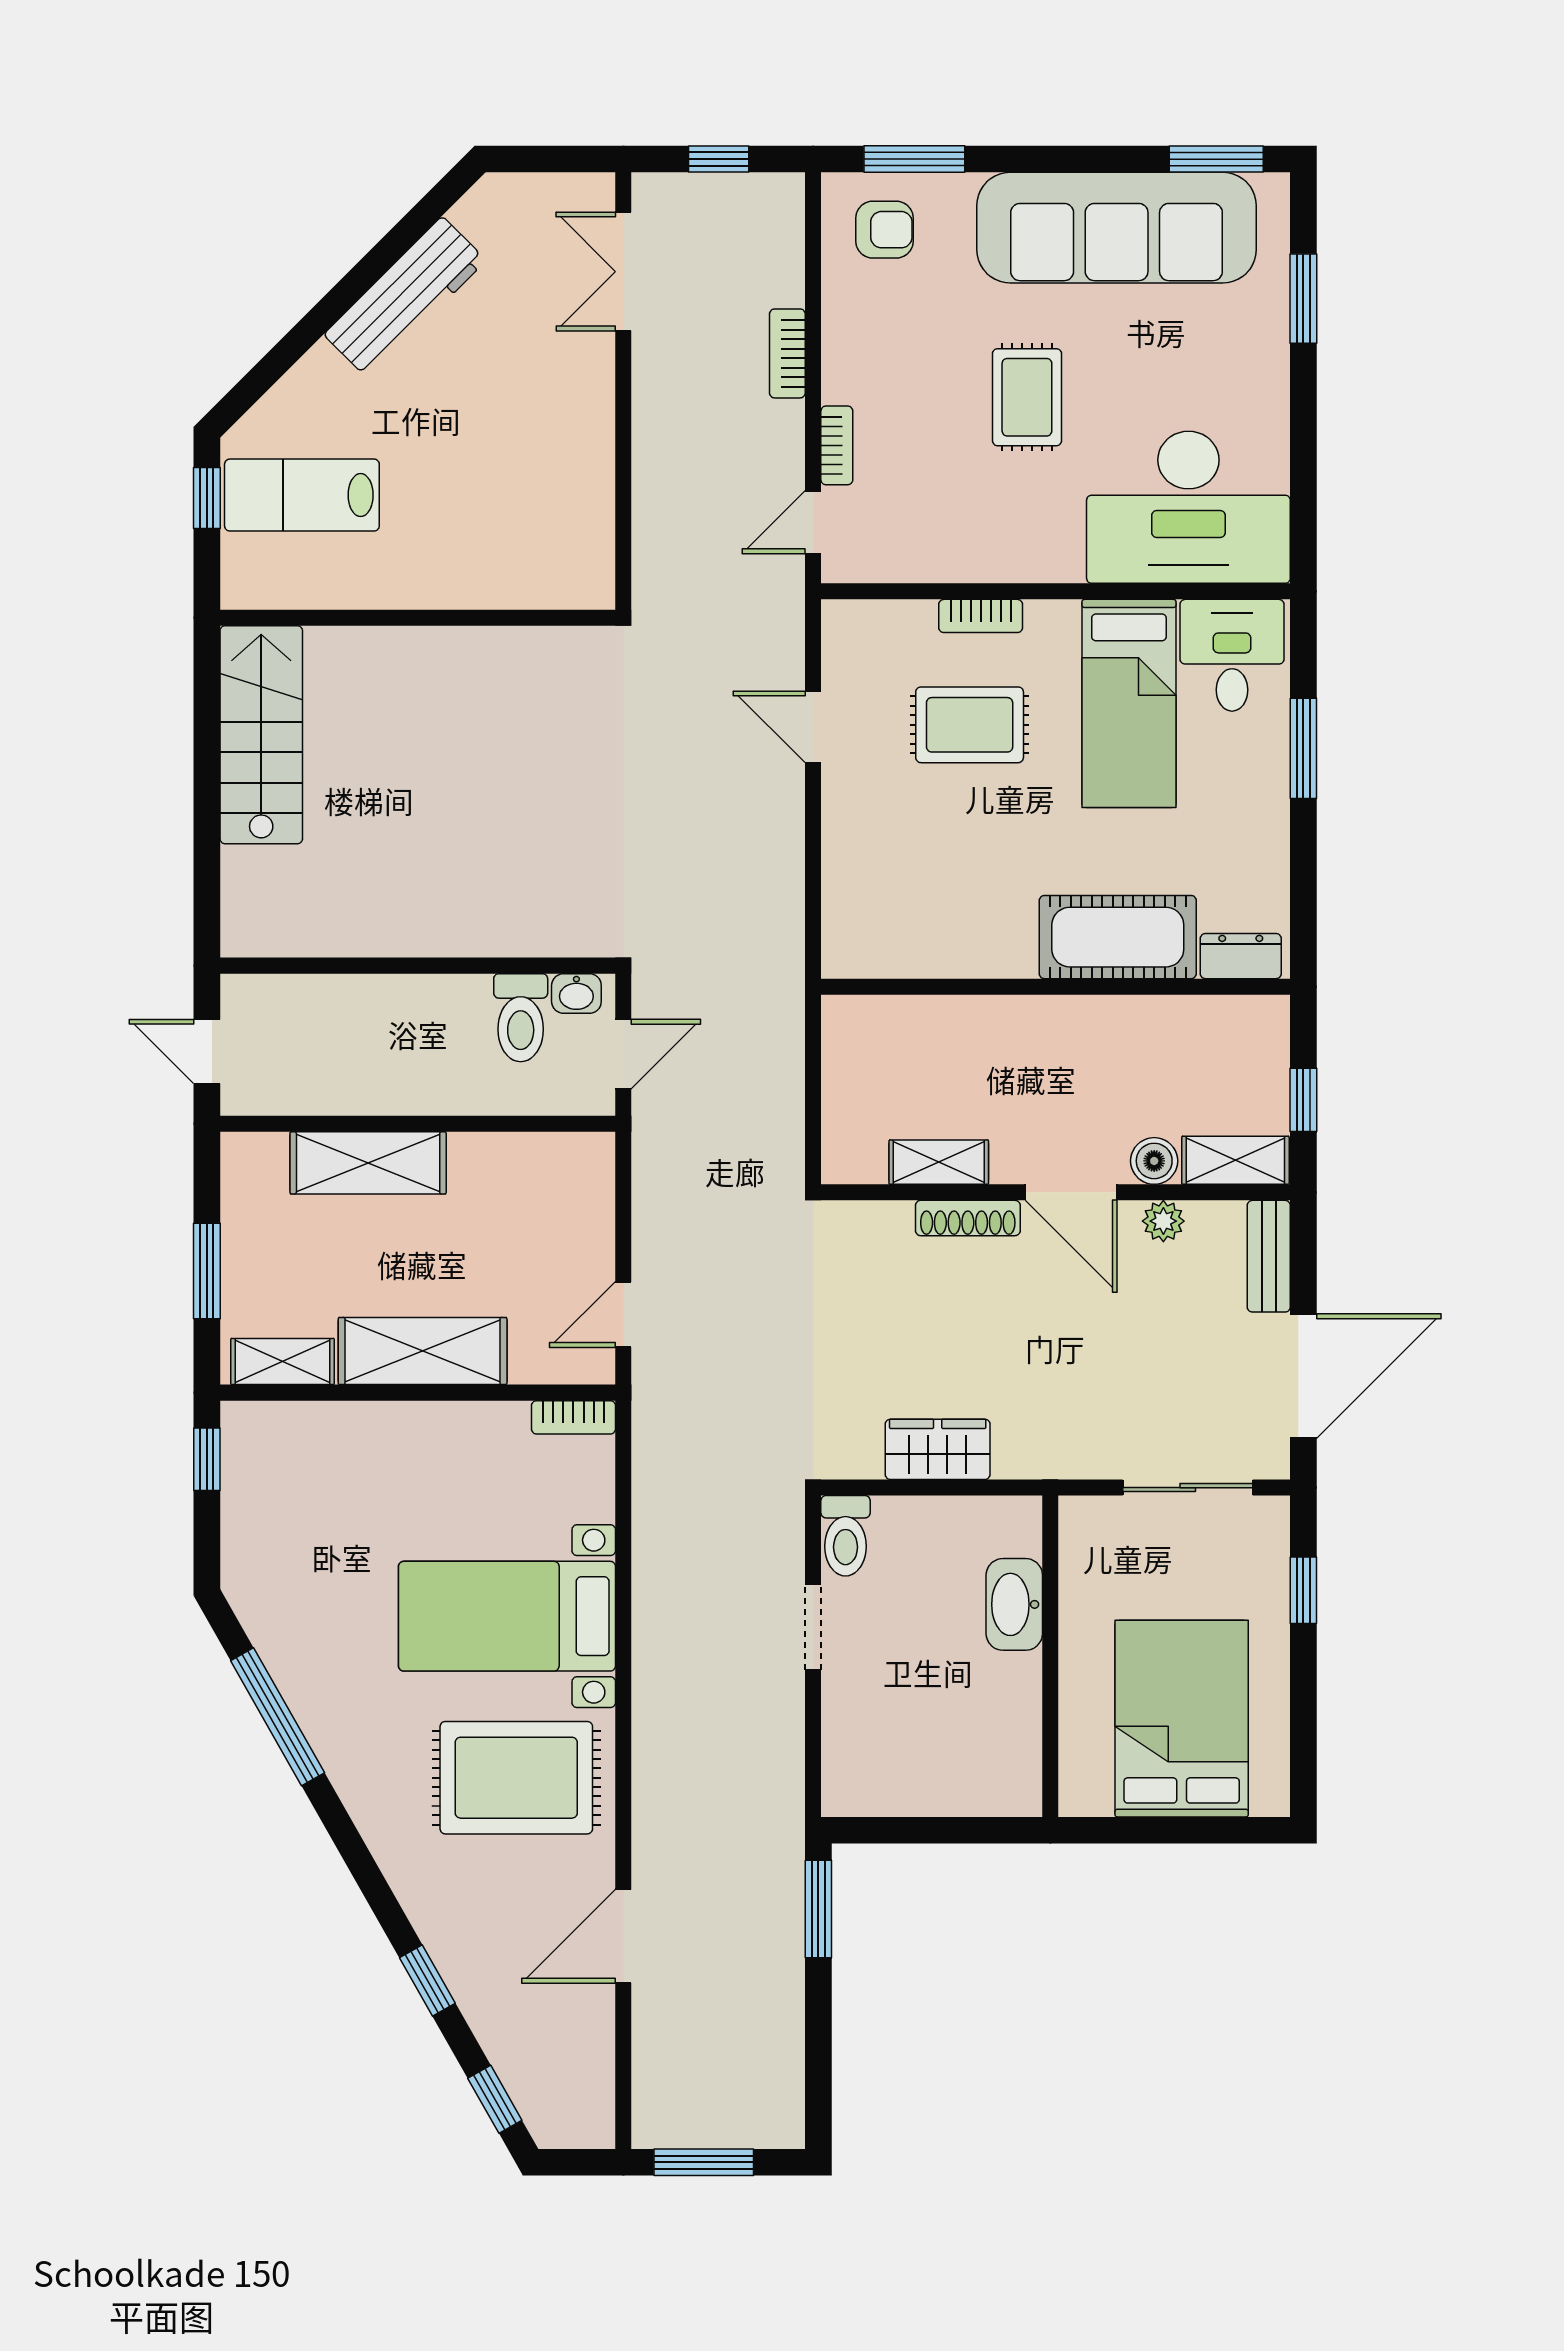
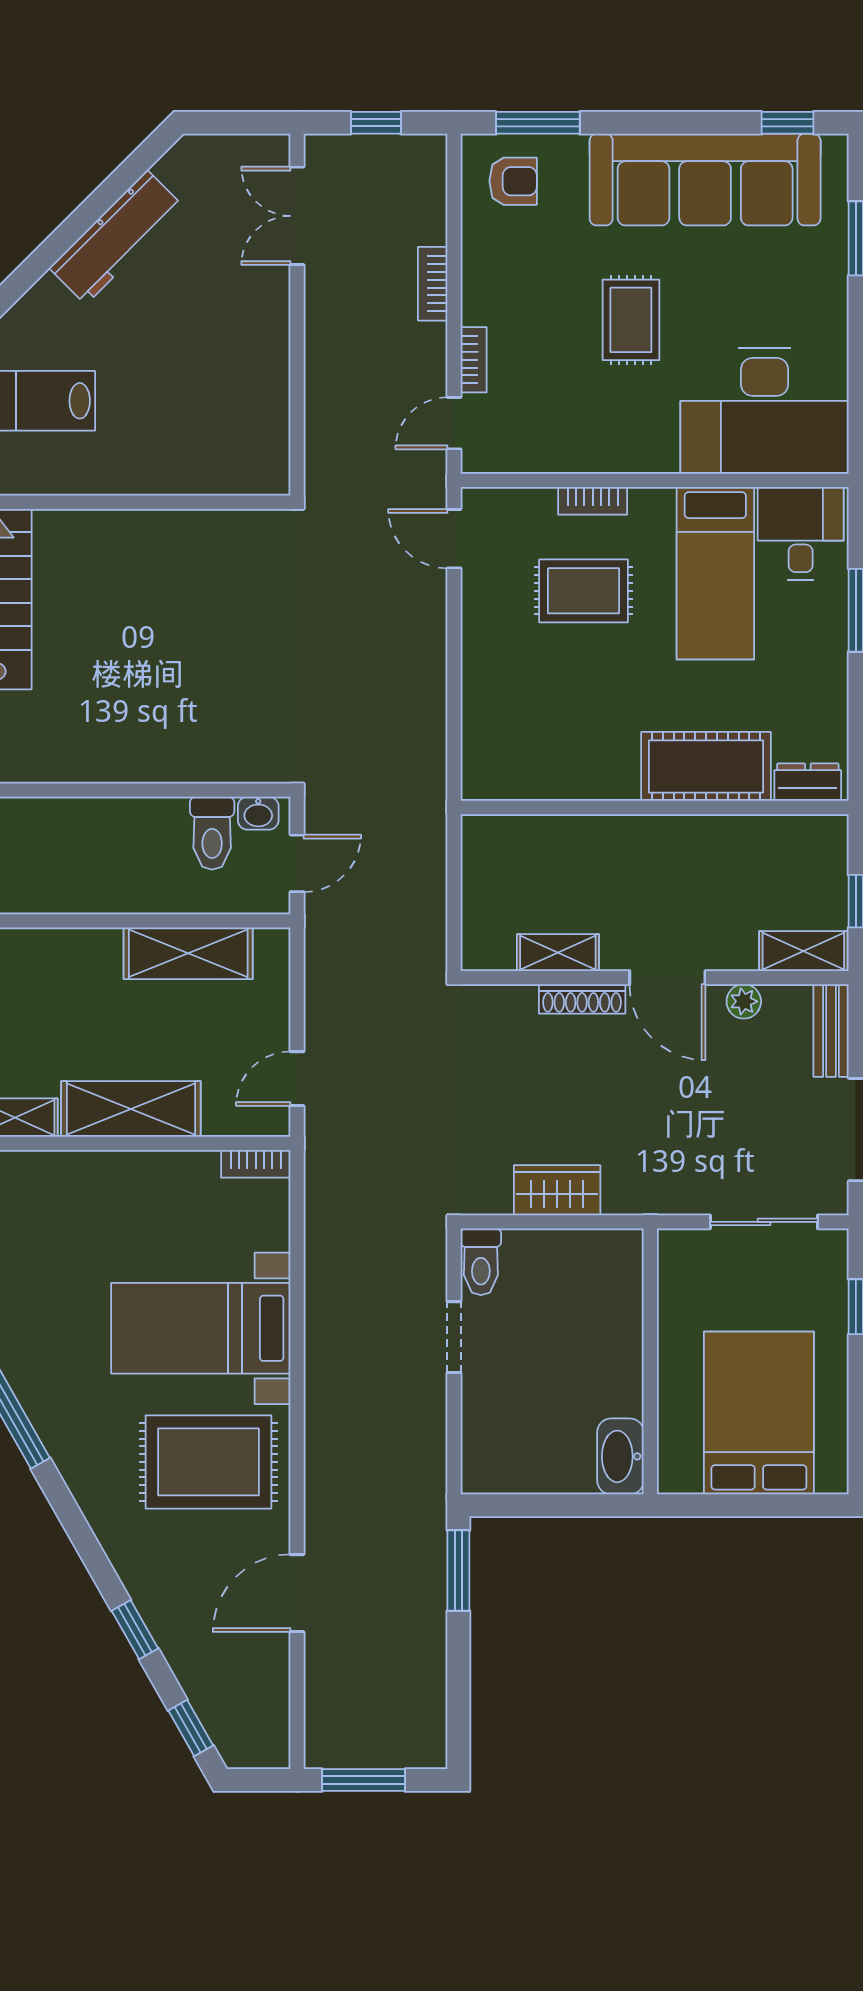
window: (1216, 159) -> (788, 123), width x0.67
door: (813, 727) -> (454, 539), moved
boiler: (1154, 1161) -> (736, 952), removed
shelving: (368, 1163) -> (188, 953), moved
washbasin: (1014, 1604) -> (620, 1456), moved

